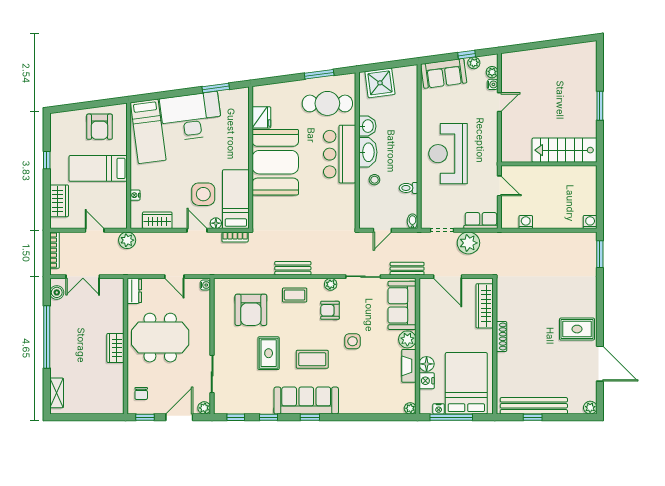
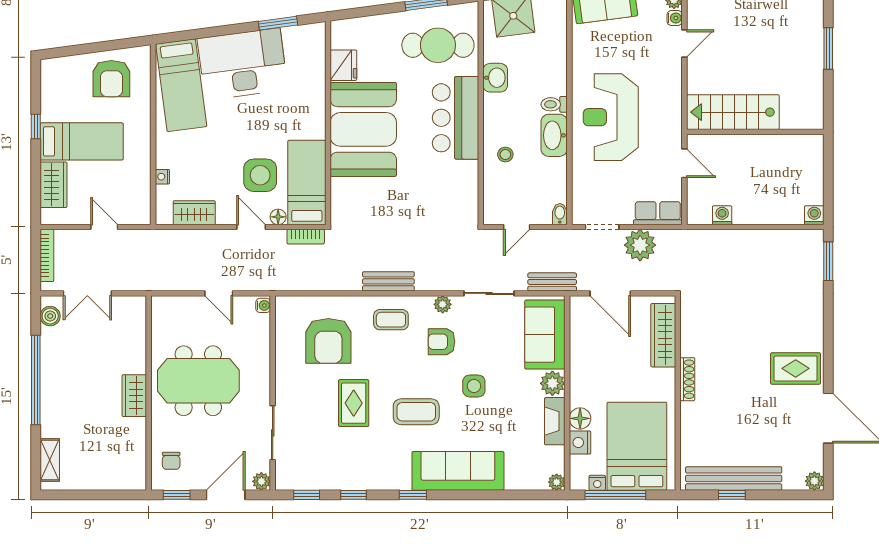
stairs: (564, 150) -> (733, 112), moved
washbasin: (368, 152) -> (554, 135), moved, turned 180
bed: (98, 168) -> (82, 141), moved, turned 180
toilet: (408, 188) -> (554, 104), moved
plant: (127, 240) -> (151, 241), removed
dresser: (134, 291) -> (161, 314), removed
sofa: (306, 401) -> (458, 471), moved

